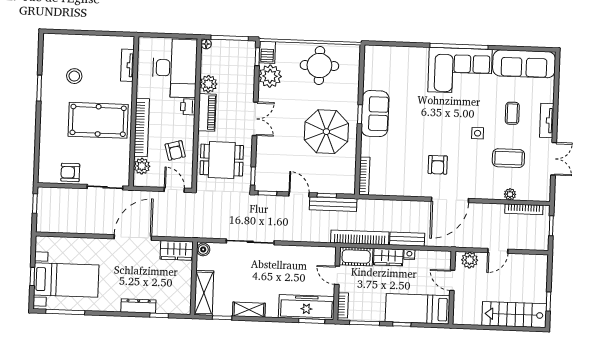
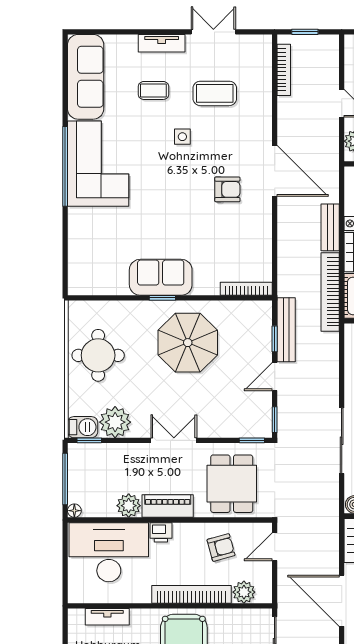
coffee table: (508, 158) -> (215, 93), turned 90
plant: (510, 194) -> (264, 90), removed

